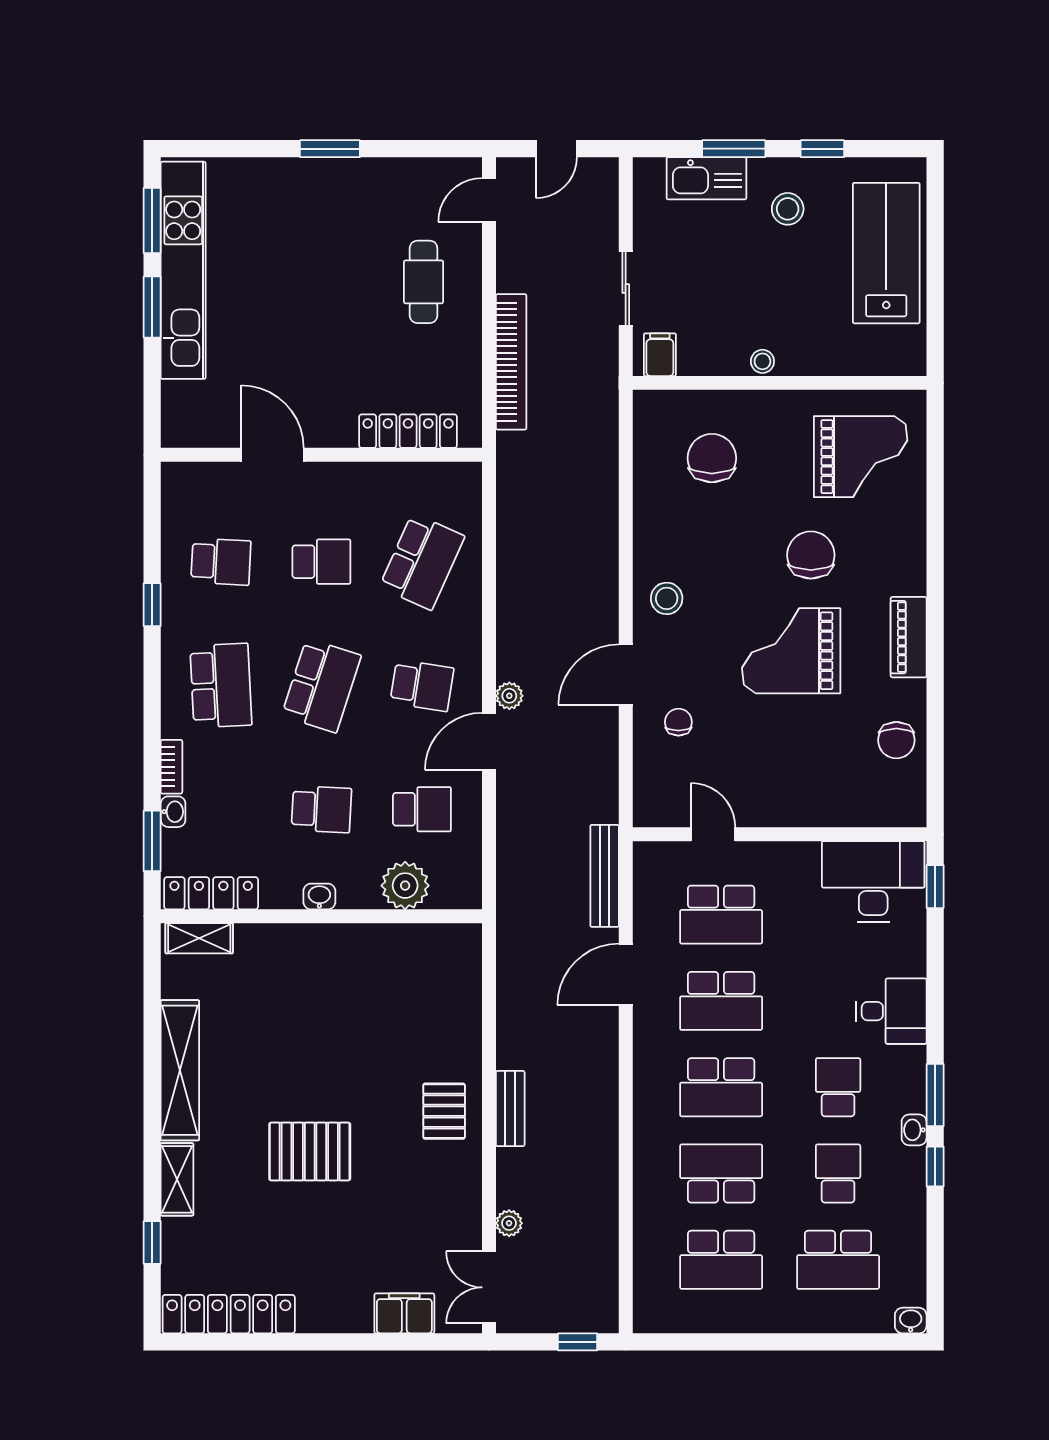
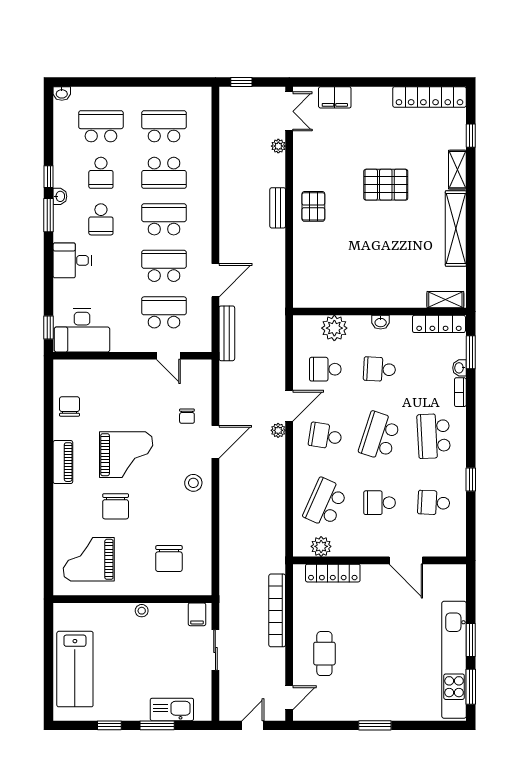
stool: (788, 209) -> (128, 693), removed
plant: (430, 480) -> (321, 546), added

